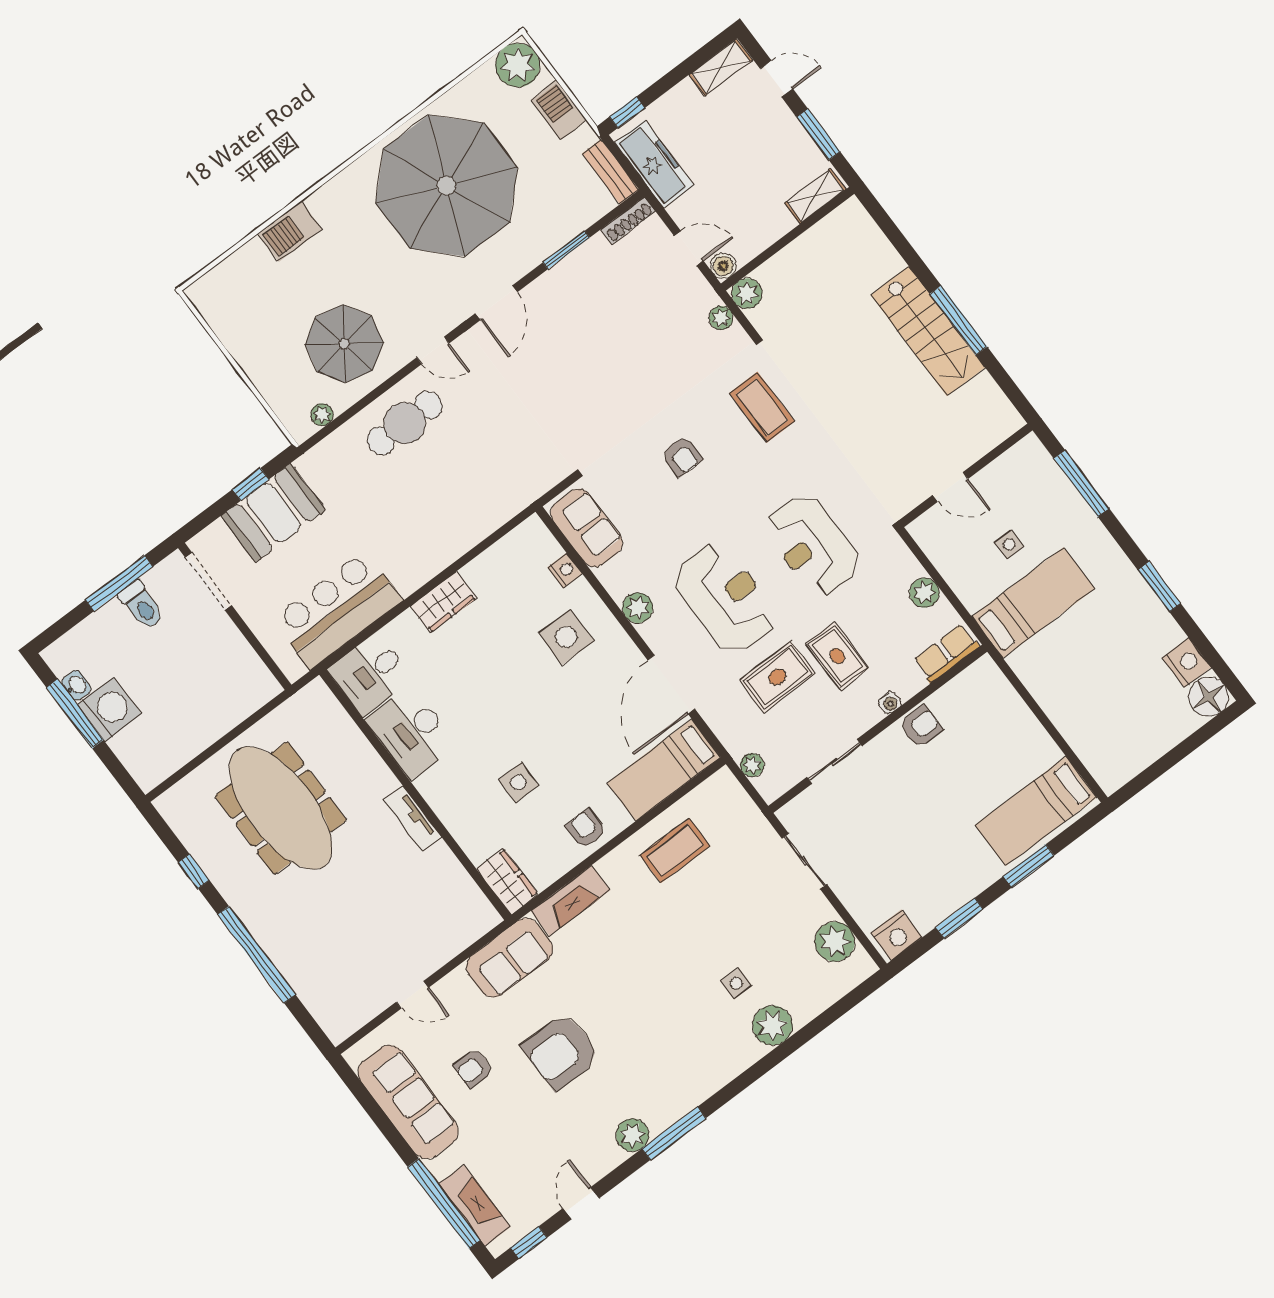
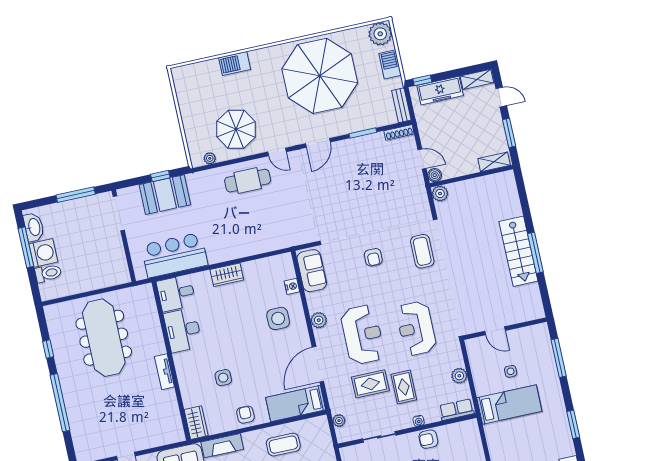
freezer: (654, 164) -> (440, 91), moved, turned 90
plant: (721, 318) -> (422, 200), removed
toilet: (141, 605) -> (48, 273), moved, turned -90
washbasin: (76, 685) -> (34, 227), width x1.91, depth x1.45
armchair: (921, 726) -> (428, 439), turned 180

